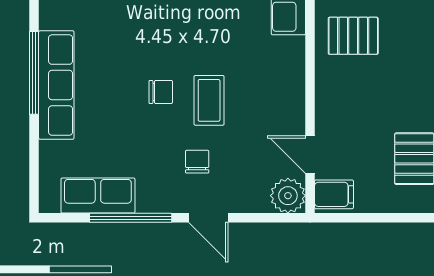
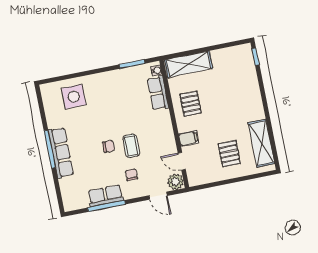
pallet: (353, 36) -> (190, 104), turned 90
filing cabinet: (334, 194) -> (188, 138), moved
row of seats: (98, 196) -> (105, 196), moved
door: (208, 218) -> (158, 196), moved

